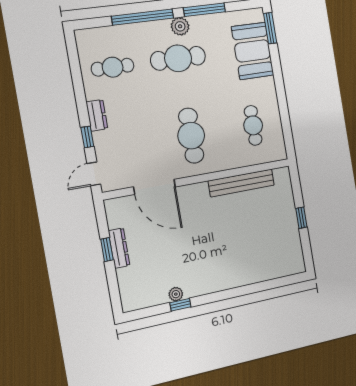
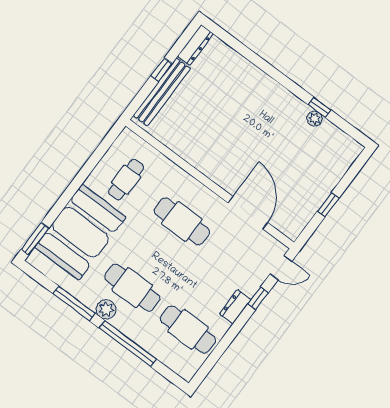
booth: (253, 51) -> (80, 232), width x1.36, depth x1.42
cafe table: (113, 67) -> (188, 329), width x1.37, depth x1.35
cafe table: (191, 136) -> (182, 221), turned 90
bench: (241, 183) -> (162, 92), moved, turned 90
dresser: (119, 248) -> (195, 45), moved, turned 180

